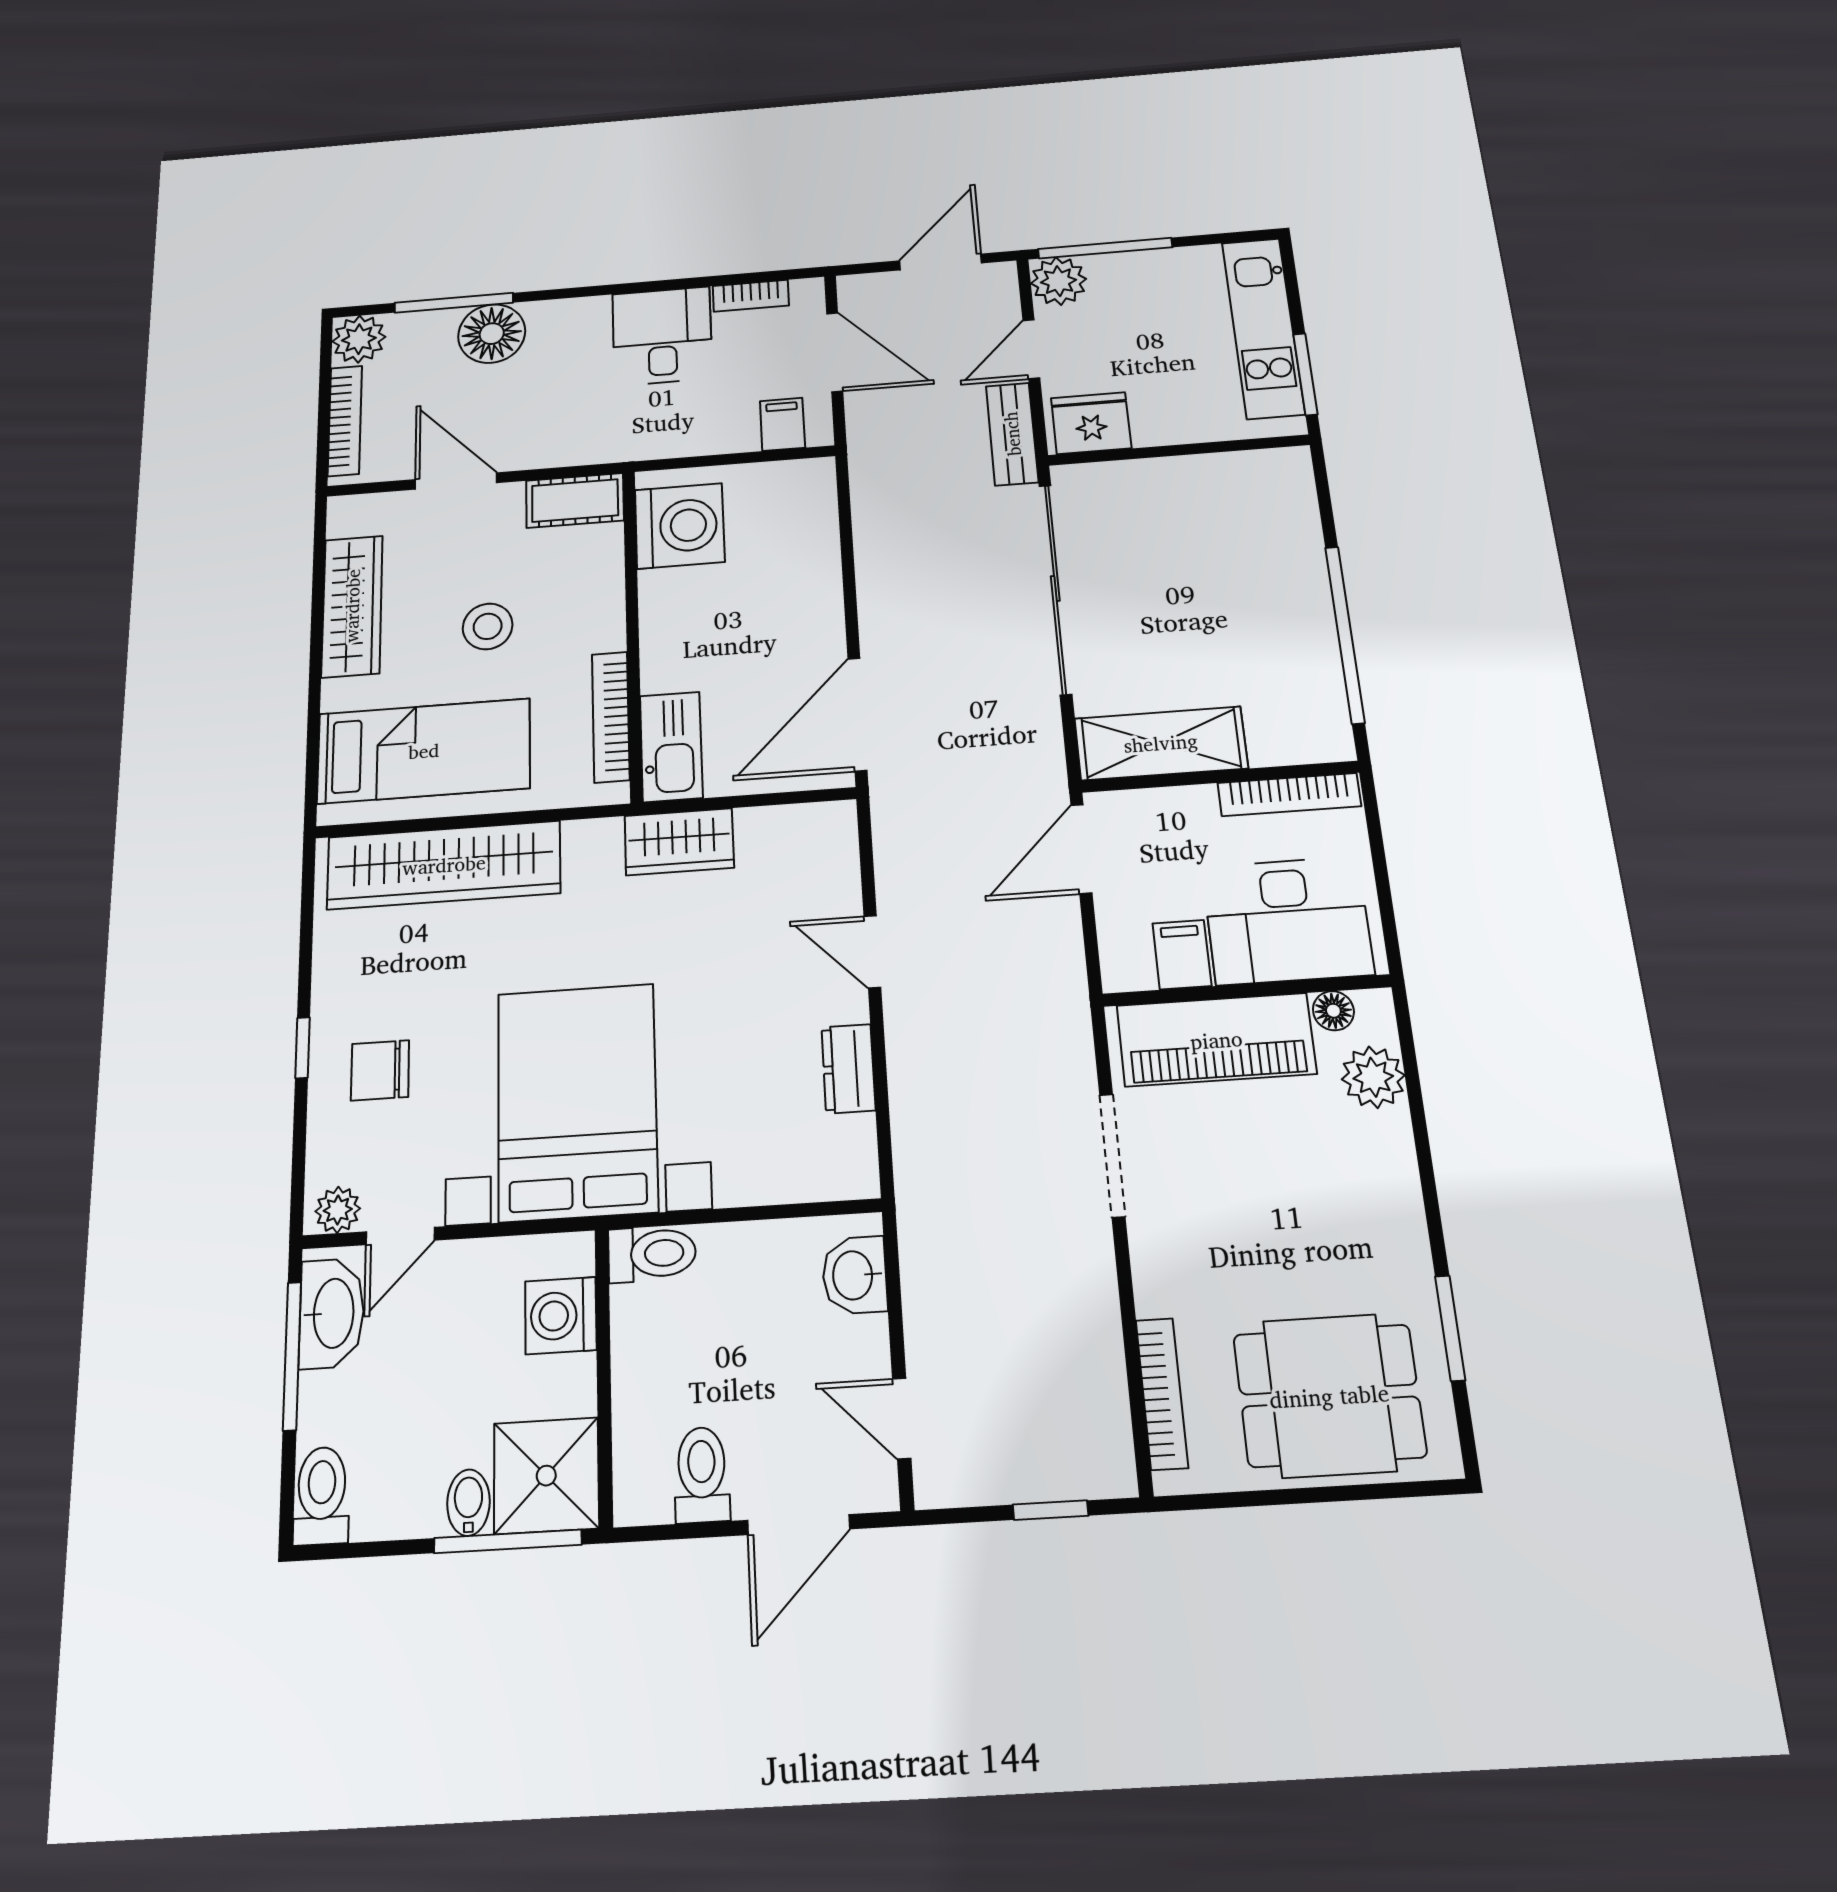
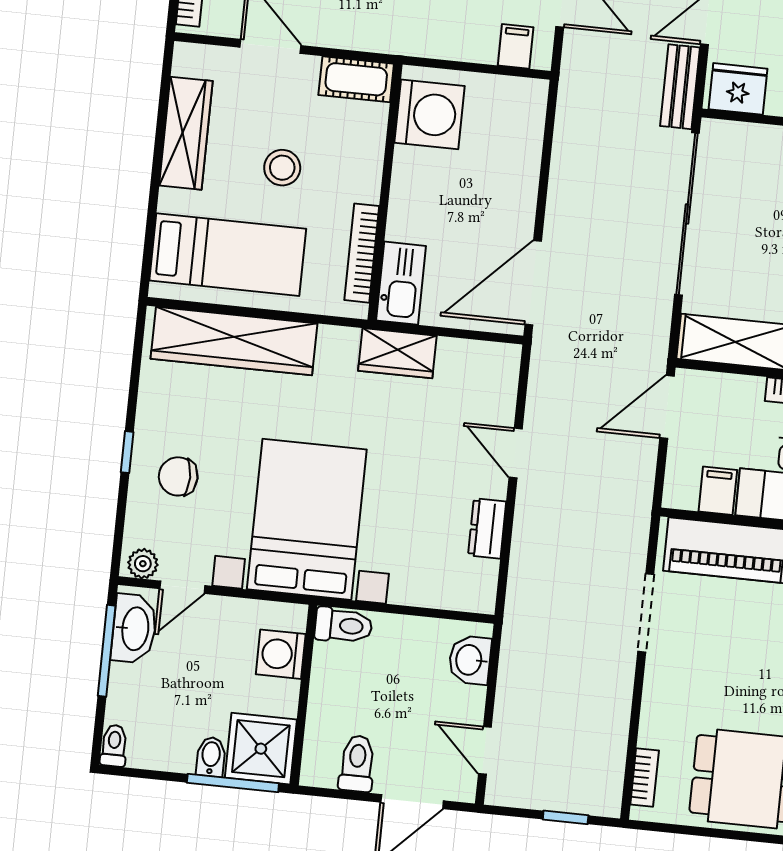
bookcase: (1162, 1394) -> (645, 778), width x0.64
toilet: (322, 1496) -> (114, 746), width x0.73, depth x0.72

